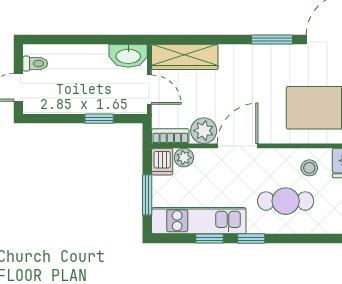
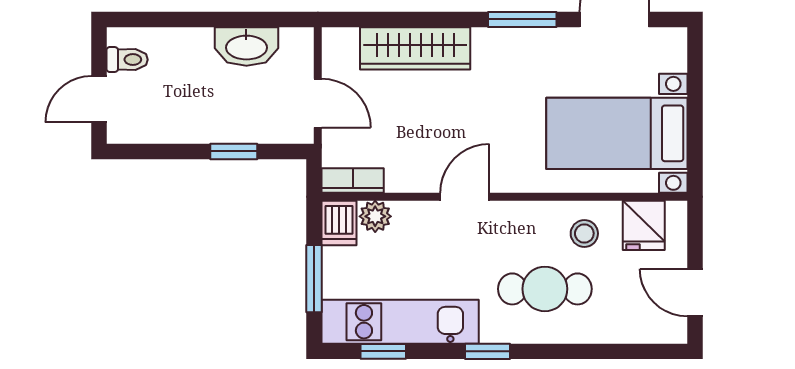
washbasin: (128, 56) -> (246, 46), moved
wardrobe: (185, 57) -> (415, 48), moved
plant: (204, 131) -> (408, 171), removed
door: (238, 146) -> (465, 197), width x0.73
window: (210, 239) -> (383, 351), moved

